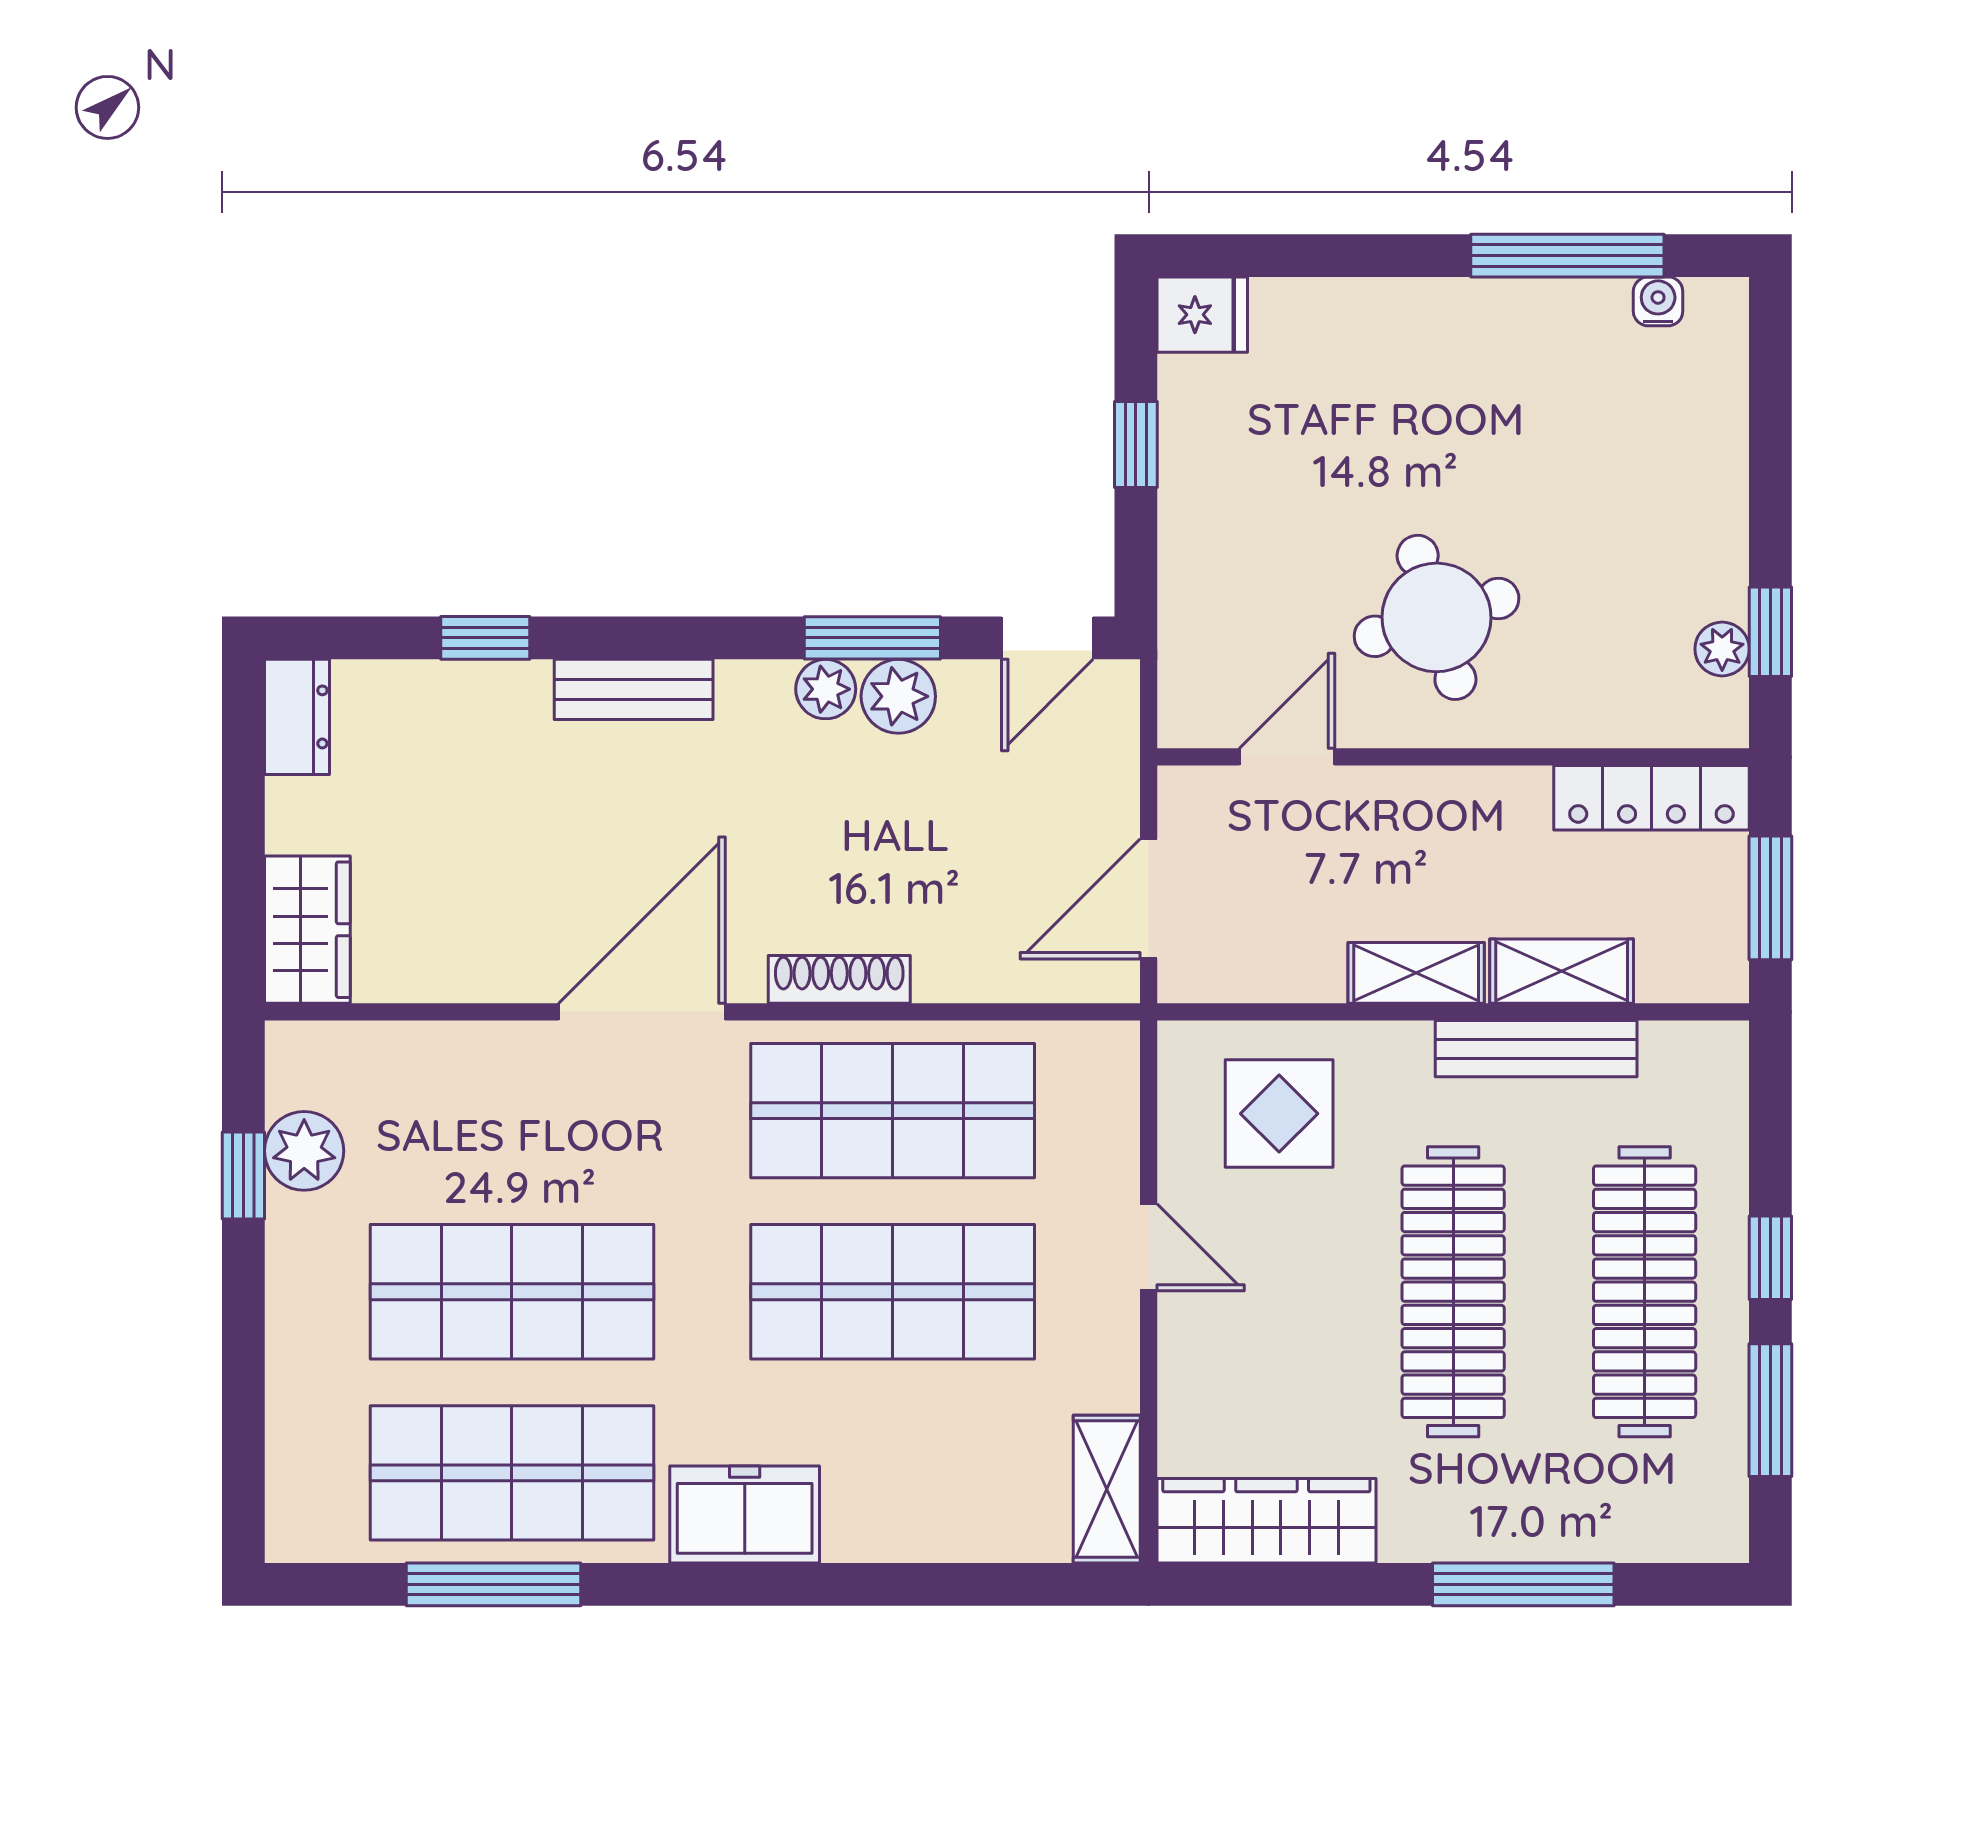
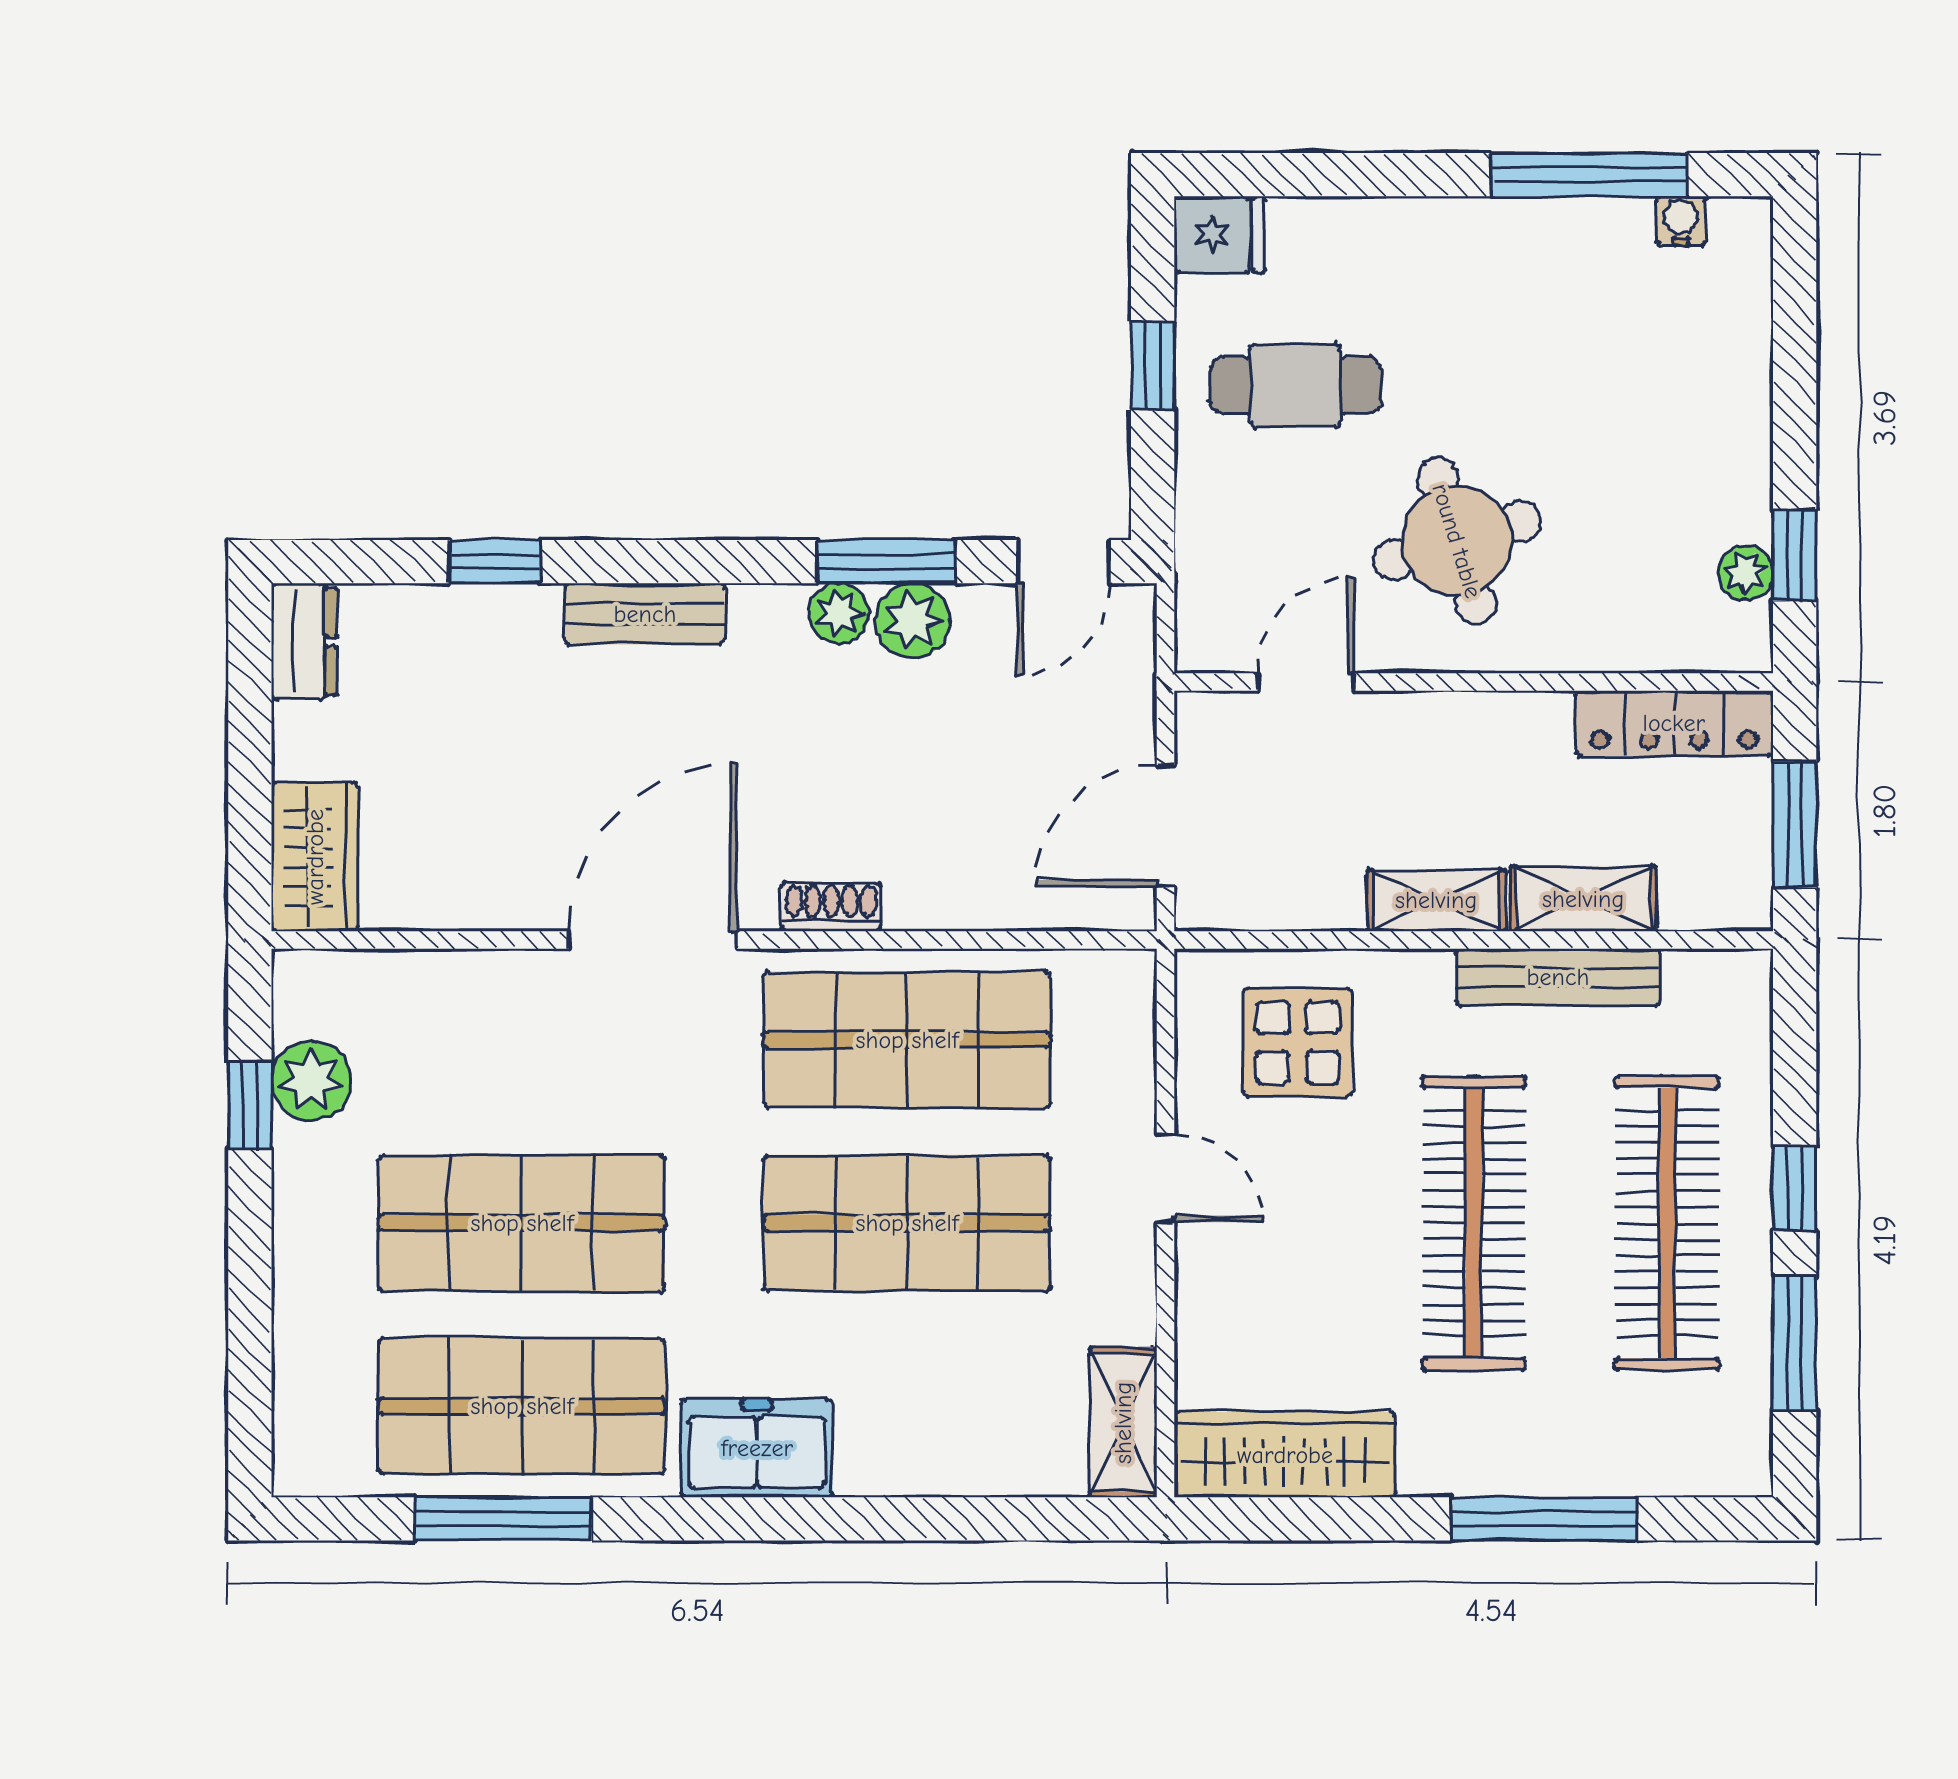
cafe table: (1277, 464) -> (1296, 386), added
shoe rack: (839, 979) -> (831, 907), width x0.70

